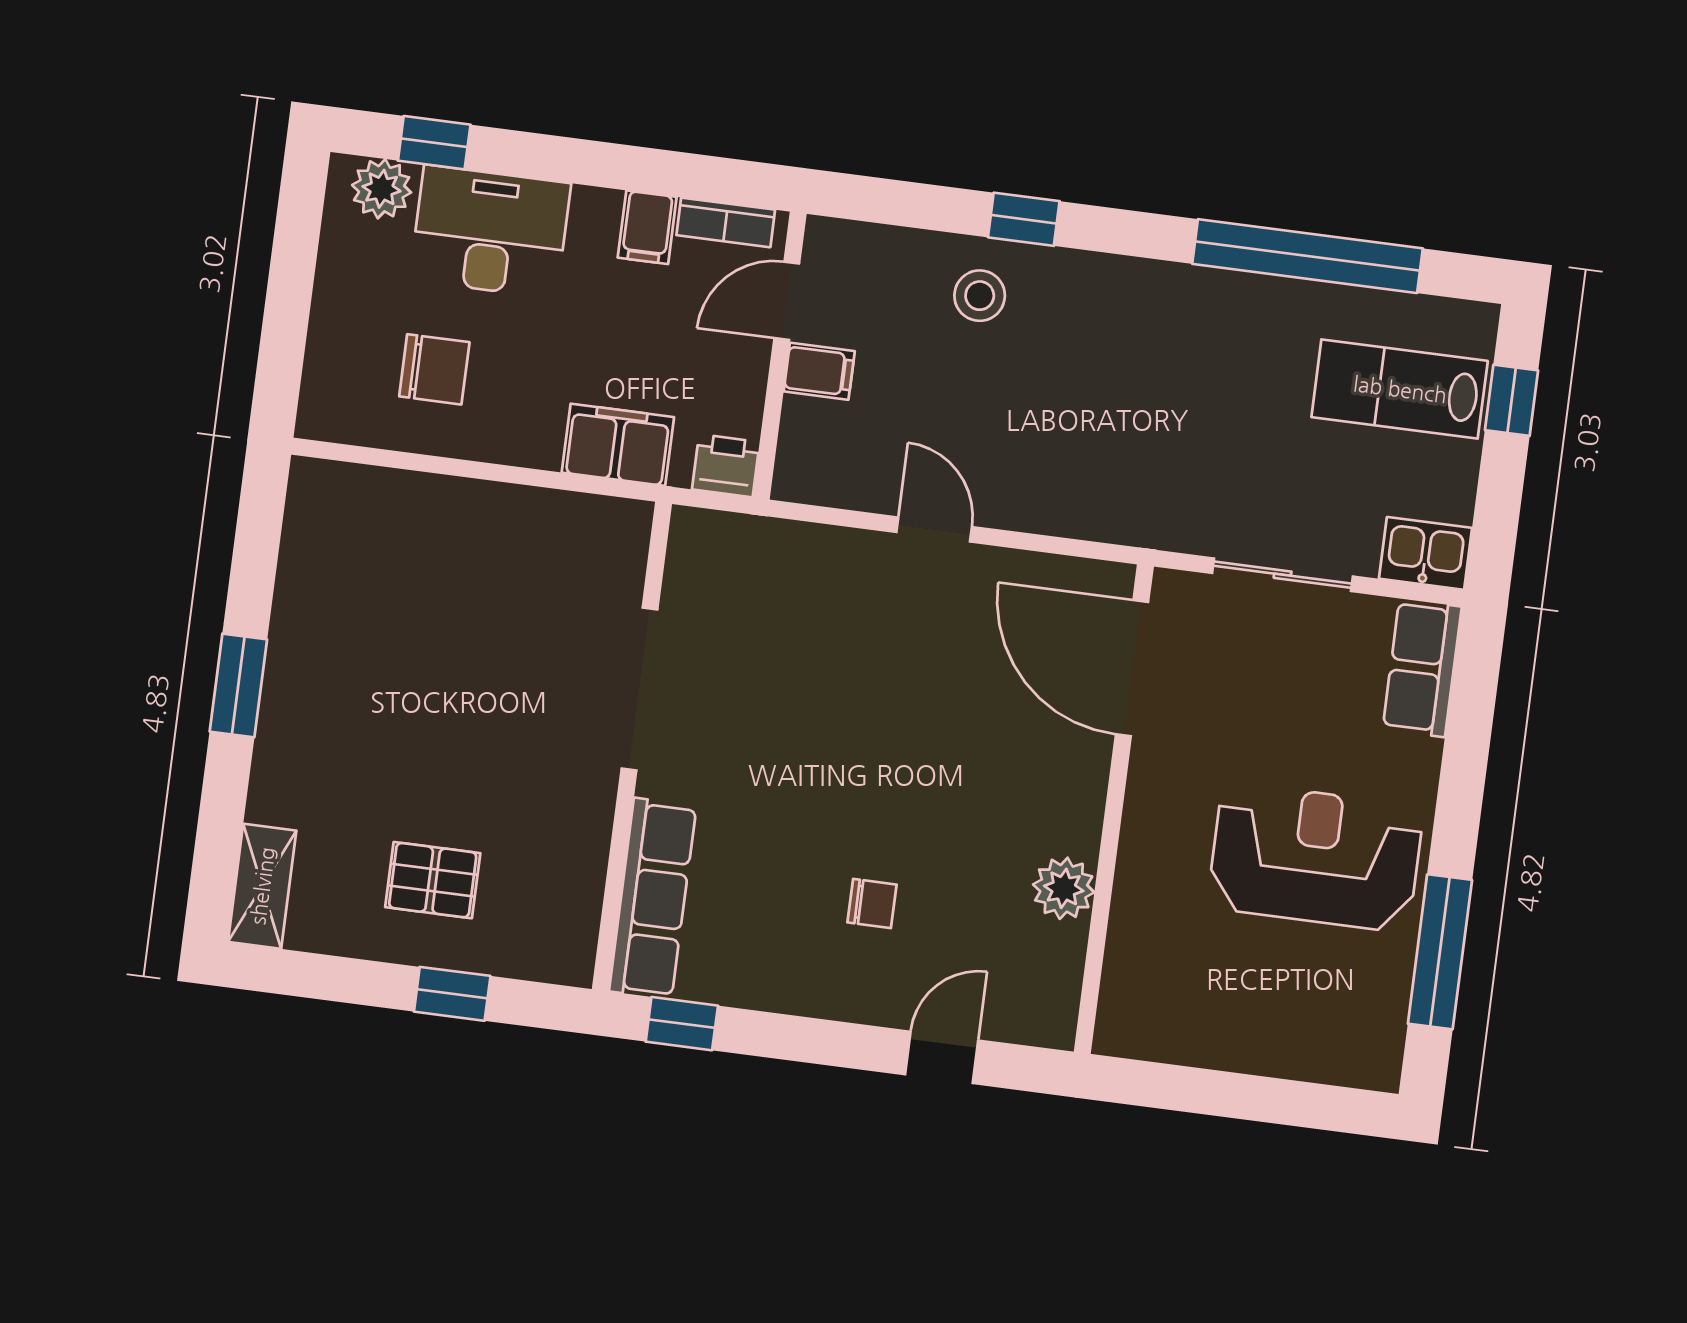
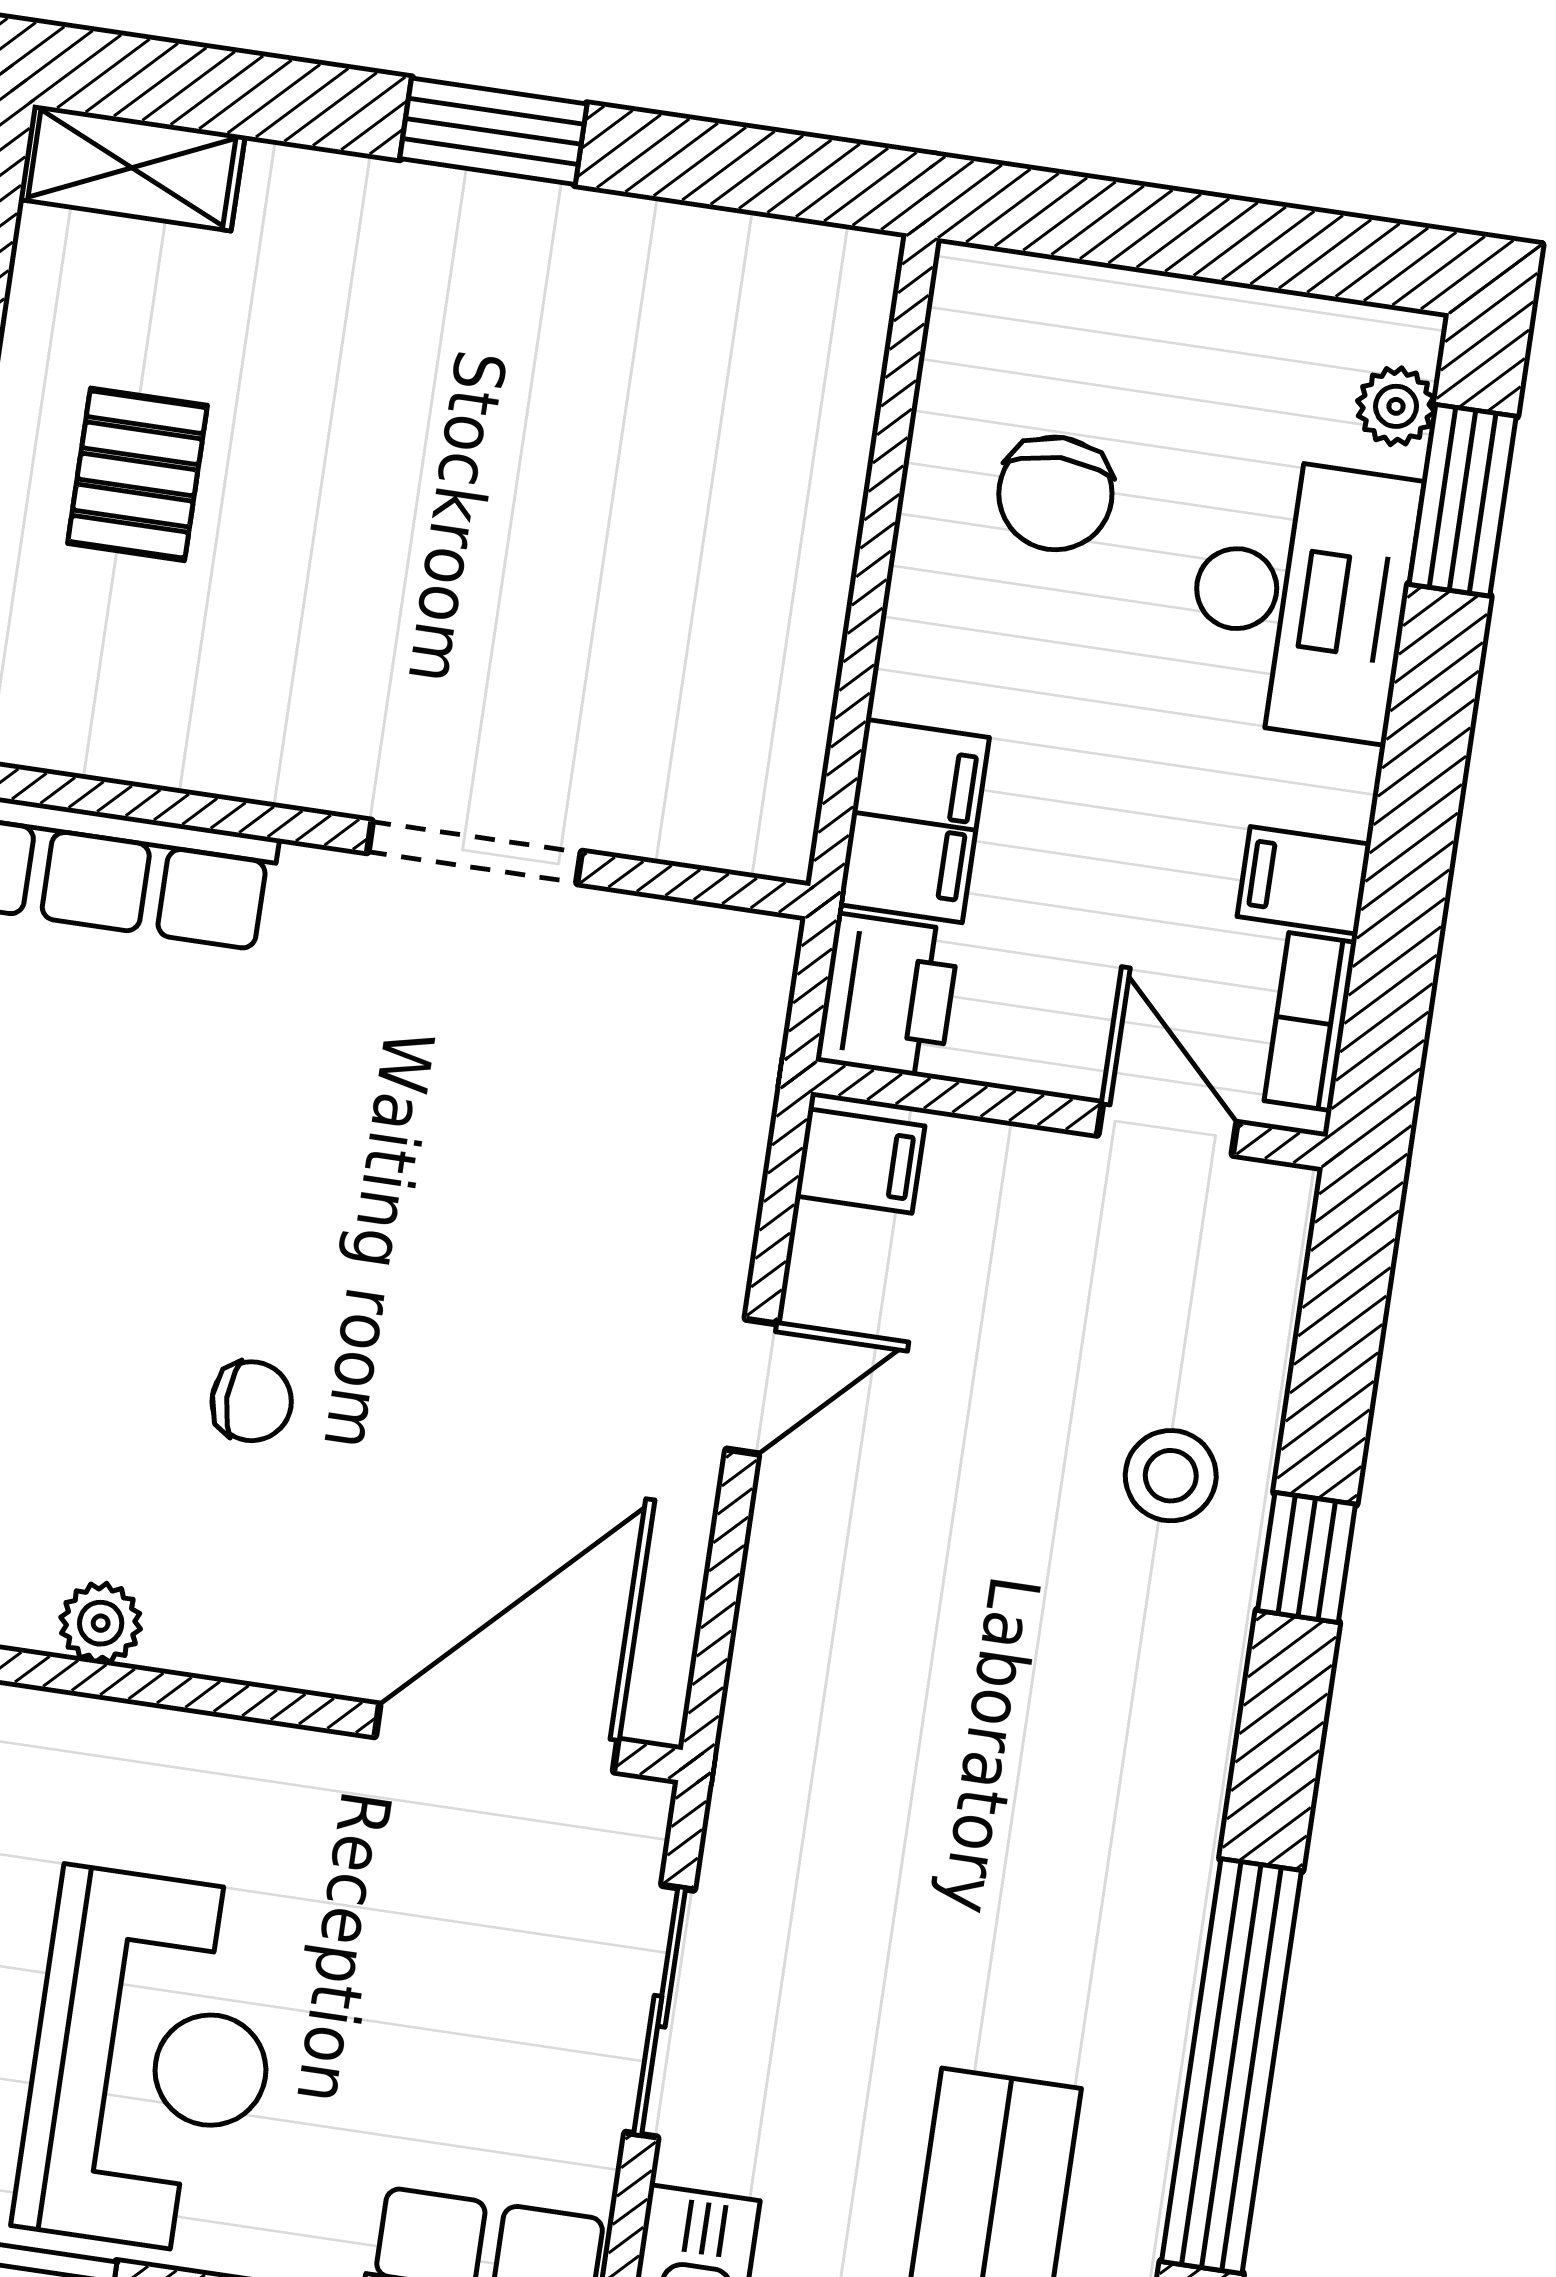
window: (434, 143) -> (1463, 500), width x1.50
plant: (382, 189) -> (1396, 406), width x0.73, depth x0.73
filing cabinet: (819, 371) -> (860, 1161), moved, turned -90
printer: (726, 466) -> (888, 996), width x1.36, depth x1.24
doorway: (639, 689) -> (475, 852), width x0.73
plant: (1064, 888) -> (101, 1623), width x0.73, depth x0.73
chair: (872, 903) -> (252, 1401), moved, turned -90

